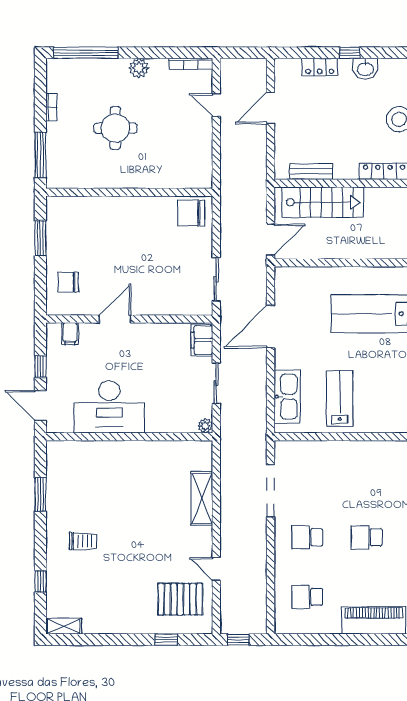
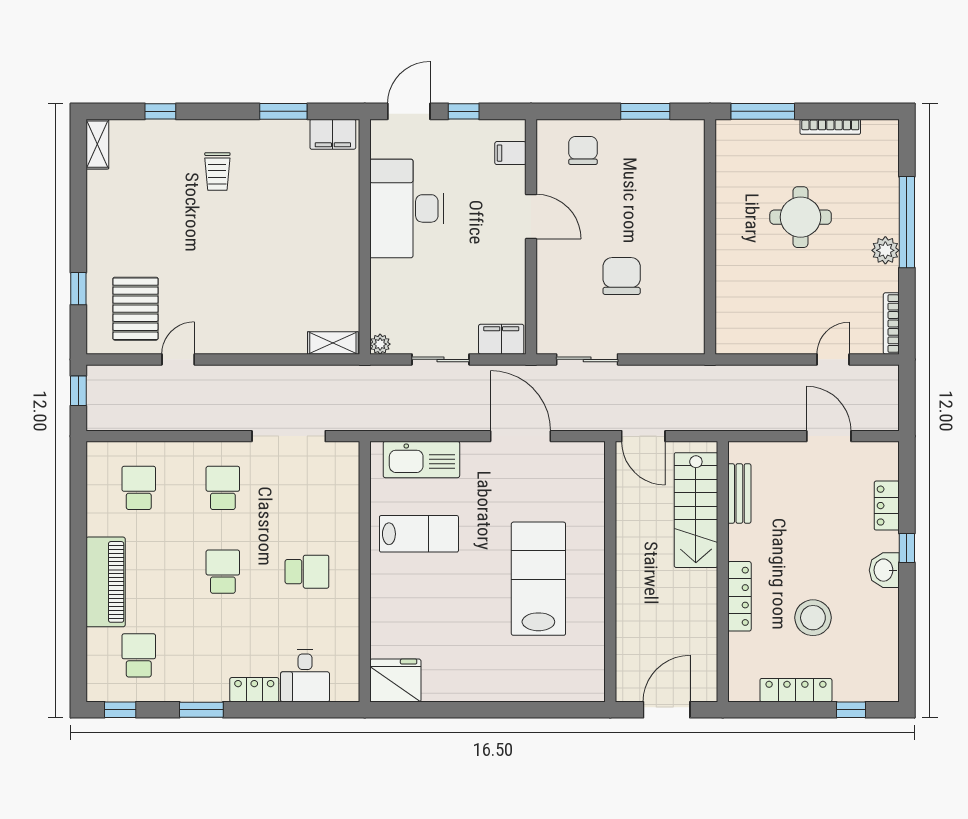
window: (86, 53) -> (907, 222), moved
bookcase: (51, 107) -> (830, 127), width x1.56
chair: (191, 213) -> (622, 276), moved
filing cabinet: (57, 459) -> (333, 134), added
school desk: (366, 478) -> (307, 572), added
shelving: (202, 498) -> (333, 343), moved, width x0.67, depth x0.75

